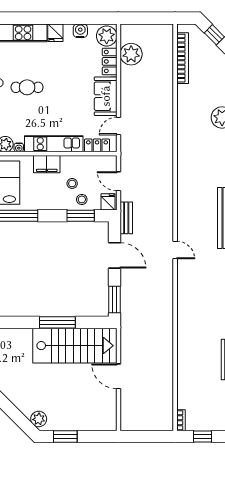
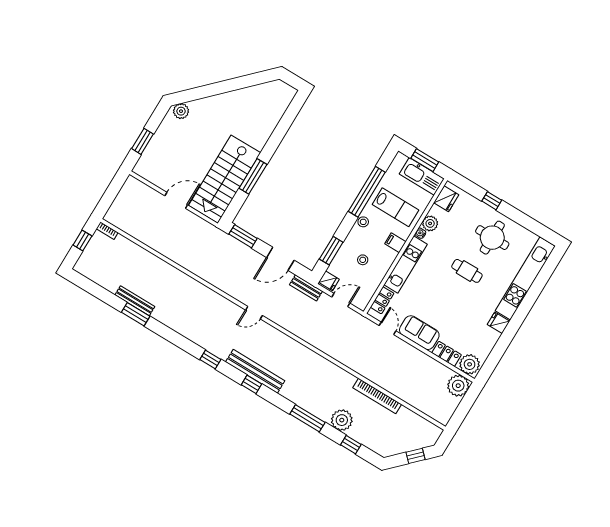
water cooler: (80, 31) -> (487, 345), removed
plant: (131, 54) -> (458, 386), moved
bookcase: (183, 58) -> (377, 396), moved
cafe table: (27, 87) -> (467, 271), turned 90
filing cabinet: (47, 164) -> (395, 243), width x0.50
stool: (82, 199) -> (363, 222), moved
window: (65, 436) -> (143, 141), moved

